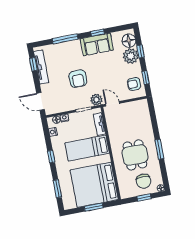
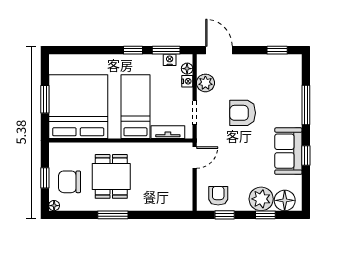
tv unit: (41, 67) -> (271, 61), removed
plant: (96, 100) -> (205, 83), moved
door: (41, 101) -> (219, 50), hinge flipped
dining table: (135, 155) -> (111, 176), turned 90
window: (57, 189) -> (166, 50), moved

